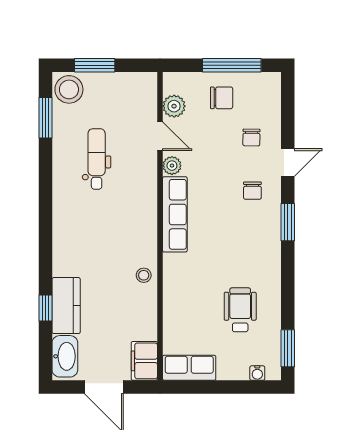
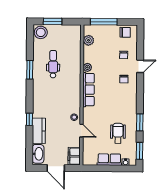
window: (232, 65) -> (104, 22), moved
chair: (222, 98) -> (125, 32), moved
window: (45, 118) -> (30, 70), moved
door: (160, 136) -> (81, 131), moved
window: (288, 222) -> (140, 122), moved
window: (45, 308) -> (29, 119), moved
row of seats: (189, 368) -> (109, 160), moved

